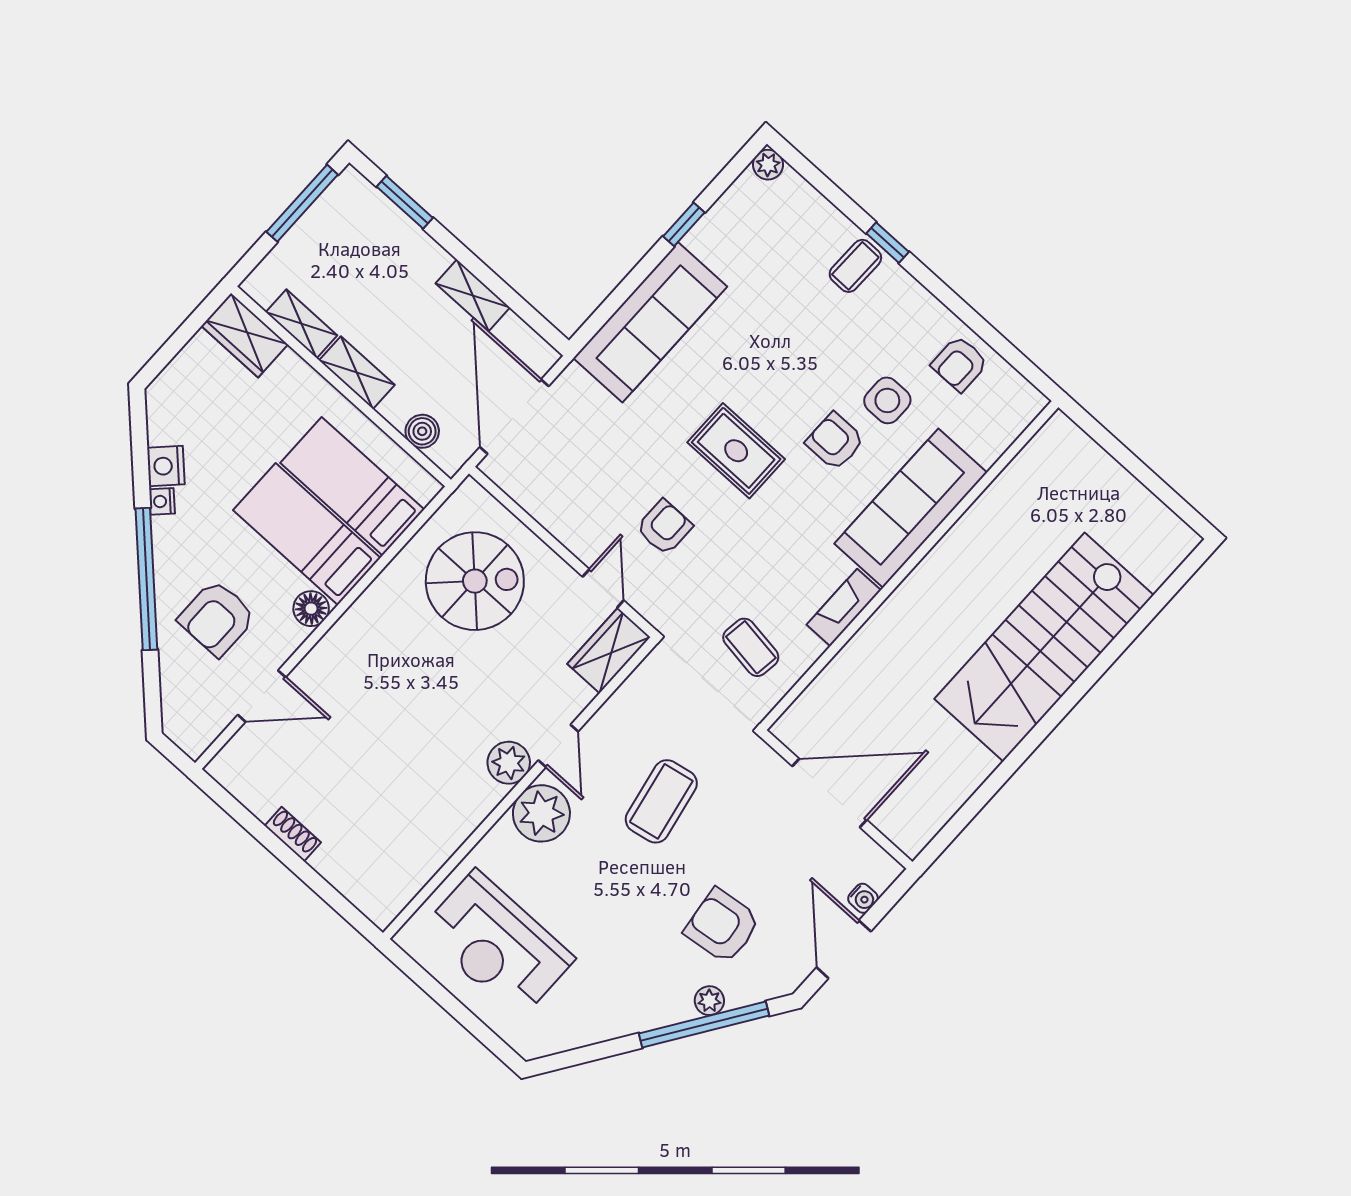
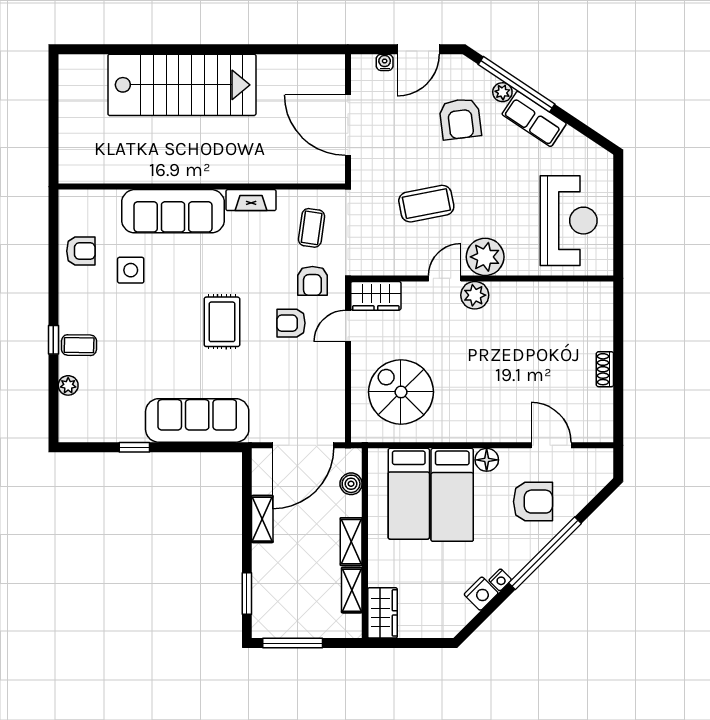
plant: (768, 165) -> (68, 385), moved
armchair: (835, 441) -> (312, 281), moved
row of seats: (647, 1009) -> (534, 119), added

